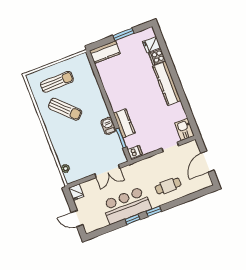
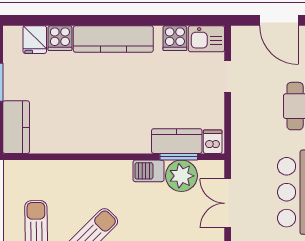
cooker: (179, 114) -> (175, 38), added
kitchen counter: (124, 123) -> (177, 141), moved
plant: (112, 143) -> (181, 176), added
double door: (107, 171) -> (228, 203), swing flipped

